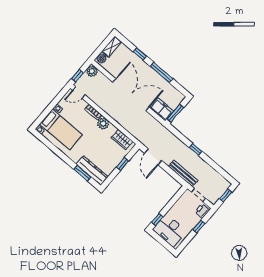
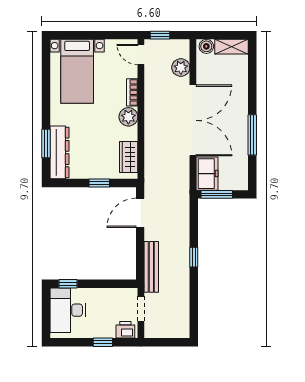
window: (140, 54) -> (252, 89), removed
plant: (92, 71) -> (181, 68), moved
window: (226, 195) -> (169, 342), removed

